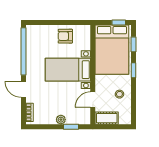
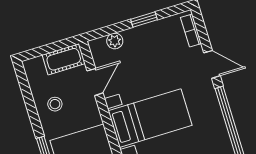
plant: (61, 120) -> (115, 41), moved
window: (71, 127) -> (144, 19), moved

